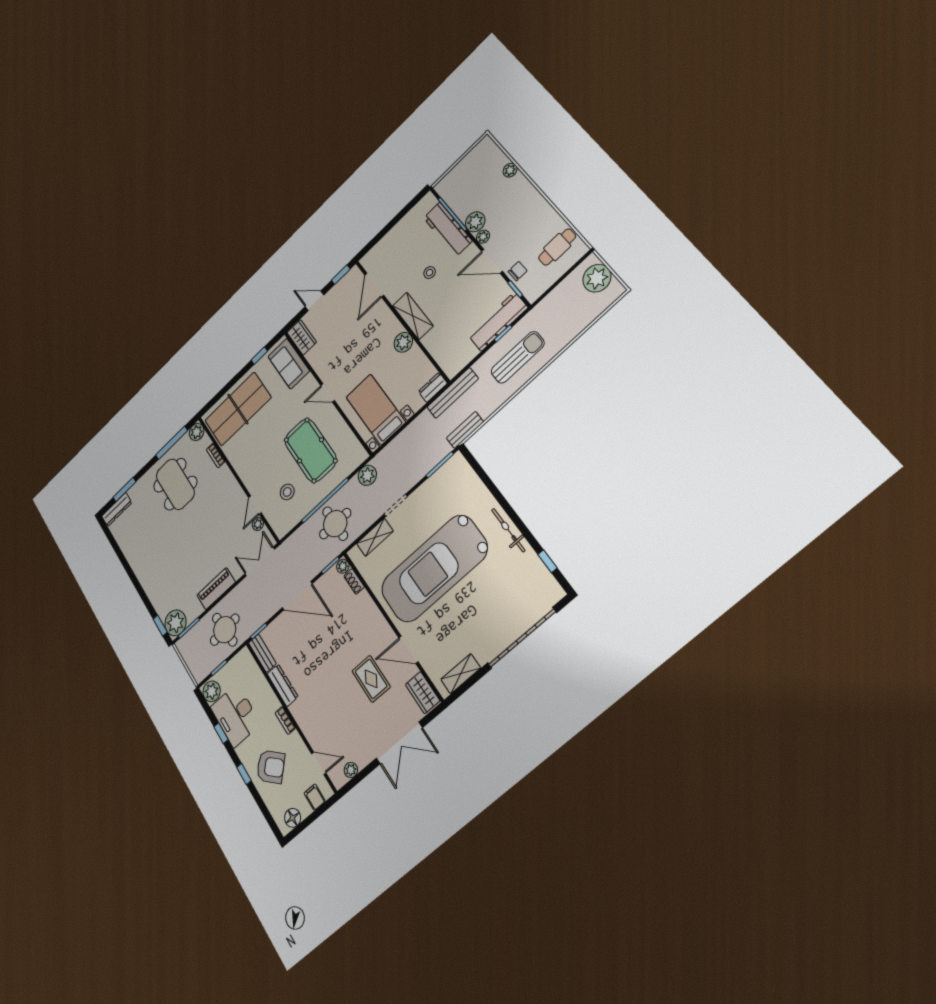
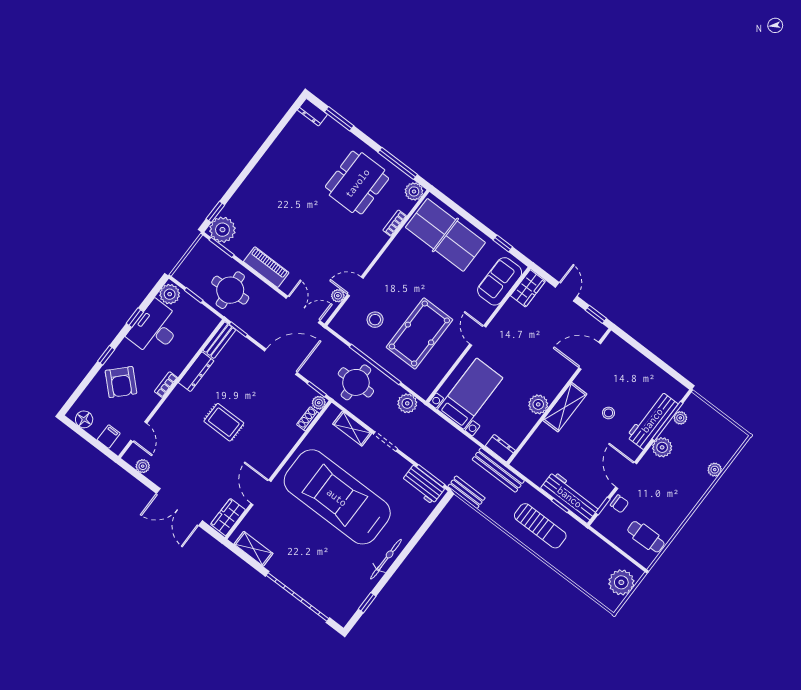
plant: (483, 237) -> (680, 418), moved
workbench: (446, 475) -> (423, 485), added
dresser: (117, 509) -> (312, 112), width x0.70
door: (297, 596) -> (281, 362), swing flipped
rug: (371, 679) -> (224, 422), moved, turned 90

